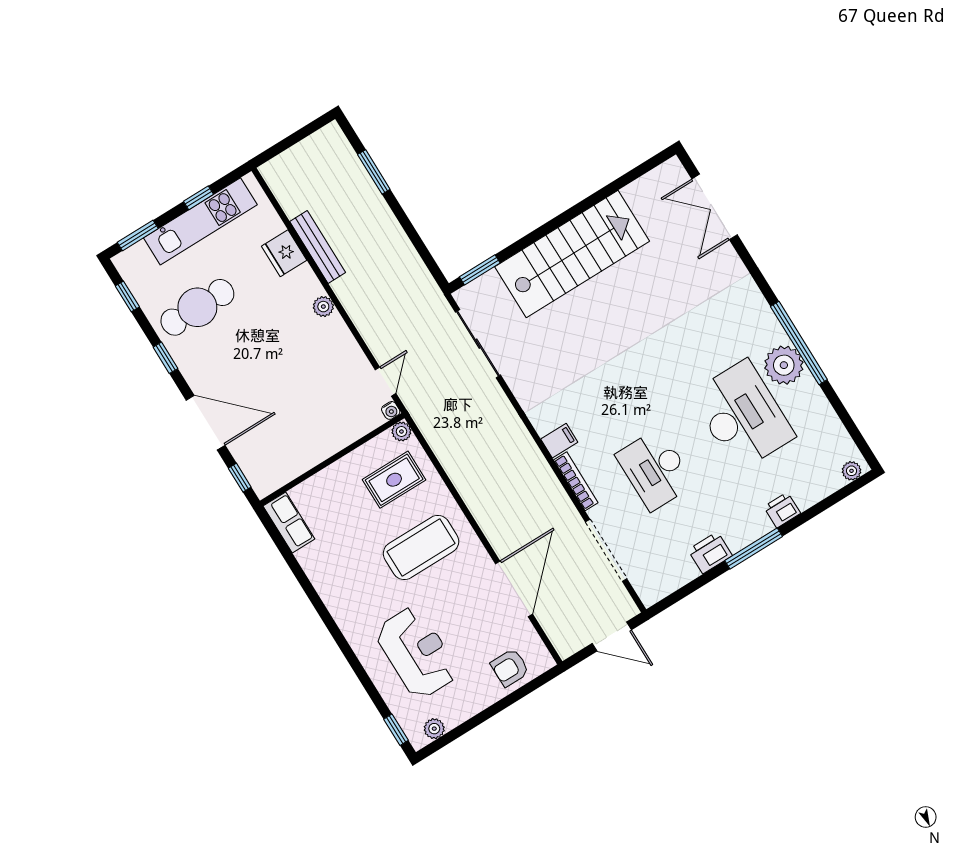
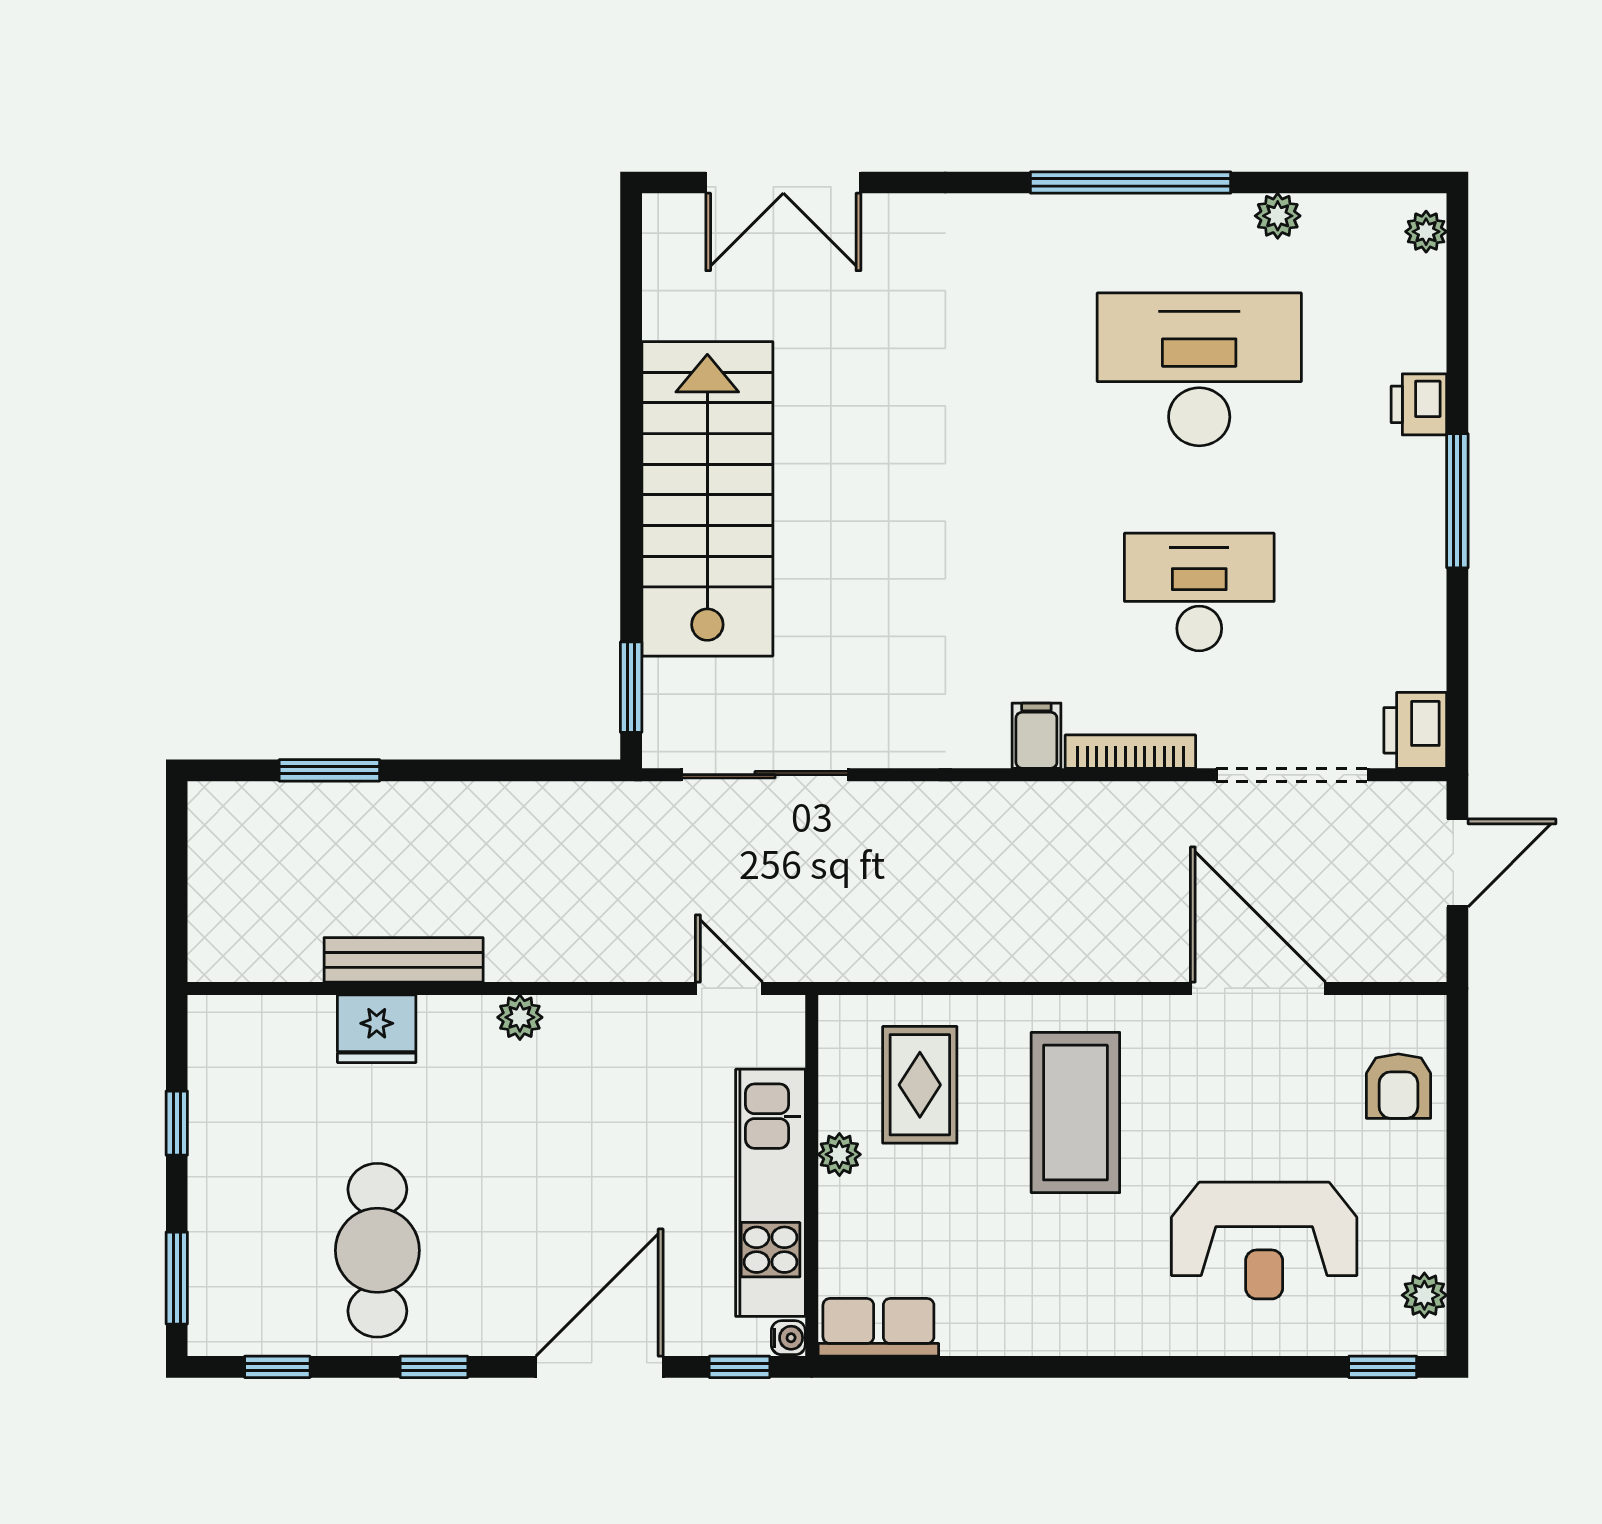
kitchen unit: (200, 221) -> (770, 1193), moved, turned 180
plant: (784, 365) -> (1278, 216), moved, width x0.53, depth x0.53
water cooler: (391, 410) -> (788, 1338), moved
plant: (401, 432) -> (839, 1154), moved
desk: (655, 469) -> (1199, 592), turned 180
printer: (710, 553) -> (1415, 730), moved
reception desk: (417, 653) -> (1264, 1241), turned 180

